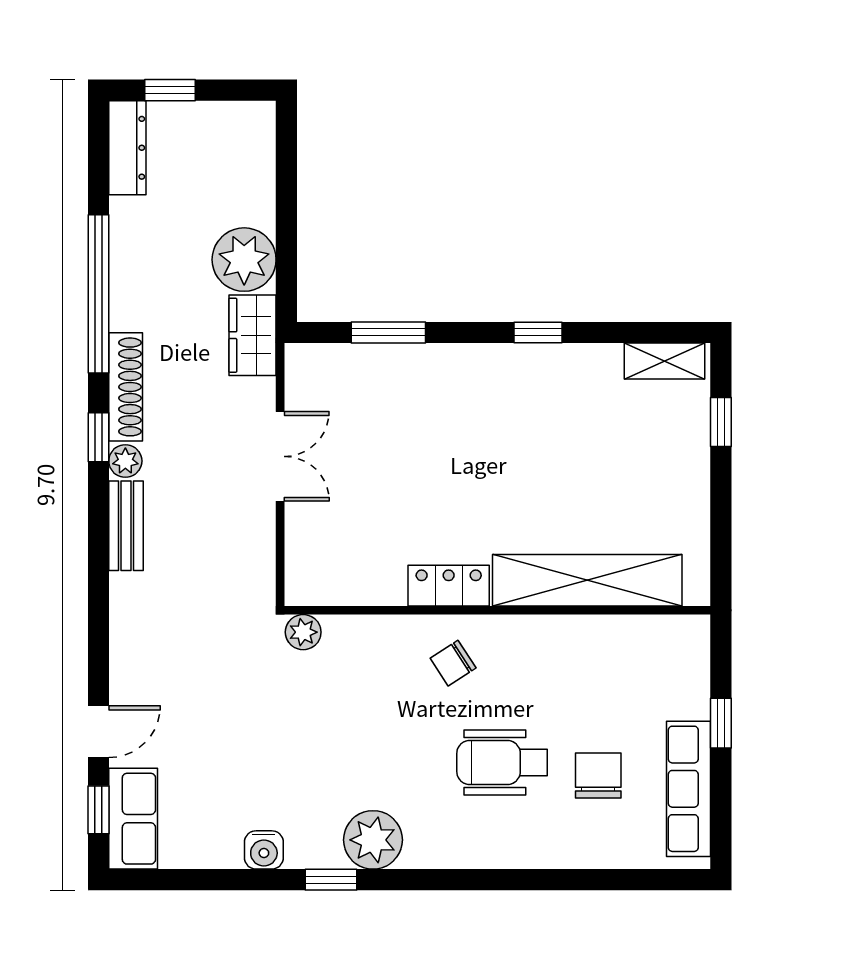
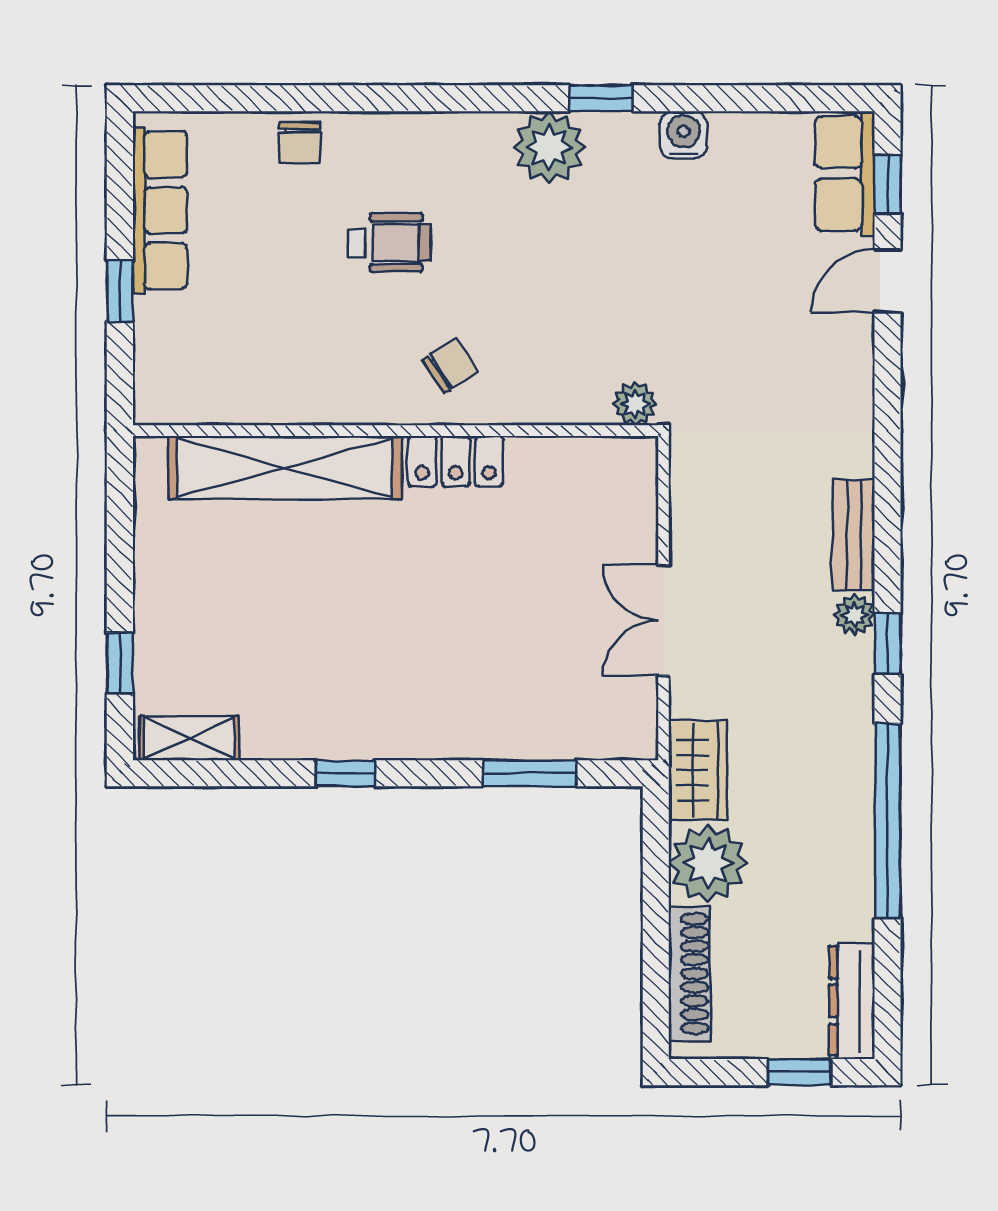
shoe rack: (126, 387) -> (689, 974), moved, turned 180
wheelchair: (502, 762) -> (390, 243), width x0.73, depth x0.73
chair: (598, 776) -> (300, 143), moved, width x0.73, depth x0.73

